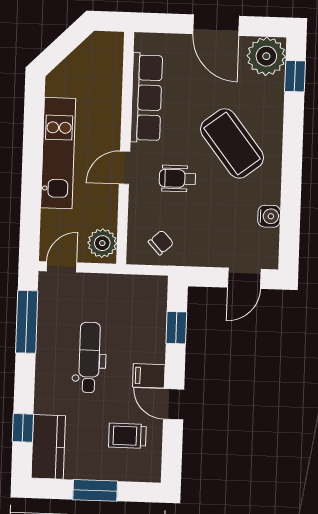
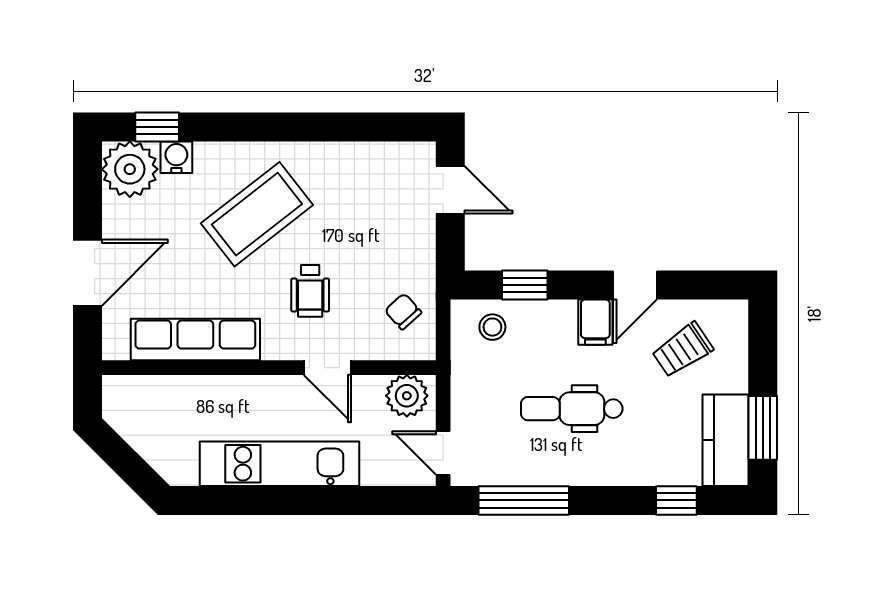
door: (216, 25) -> (88, 273), moved
door: (124, 168) -> (327, 368), moved
water cooler: (269, 216) -> (176, 157), moved
stool: (148, 304) -> (492, 327), added
trolley: (127, 436) -> (683, 350), turned 56
kitchen counter: (48, 447) -> (725, 440), moved, turned -90
window: (95, 490) -> (763, 428), moved

